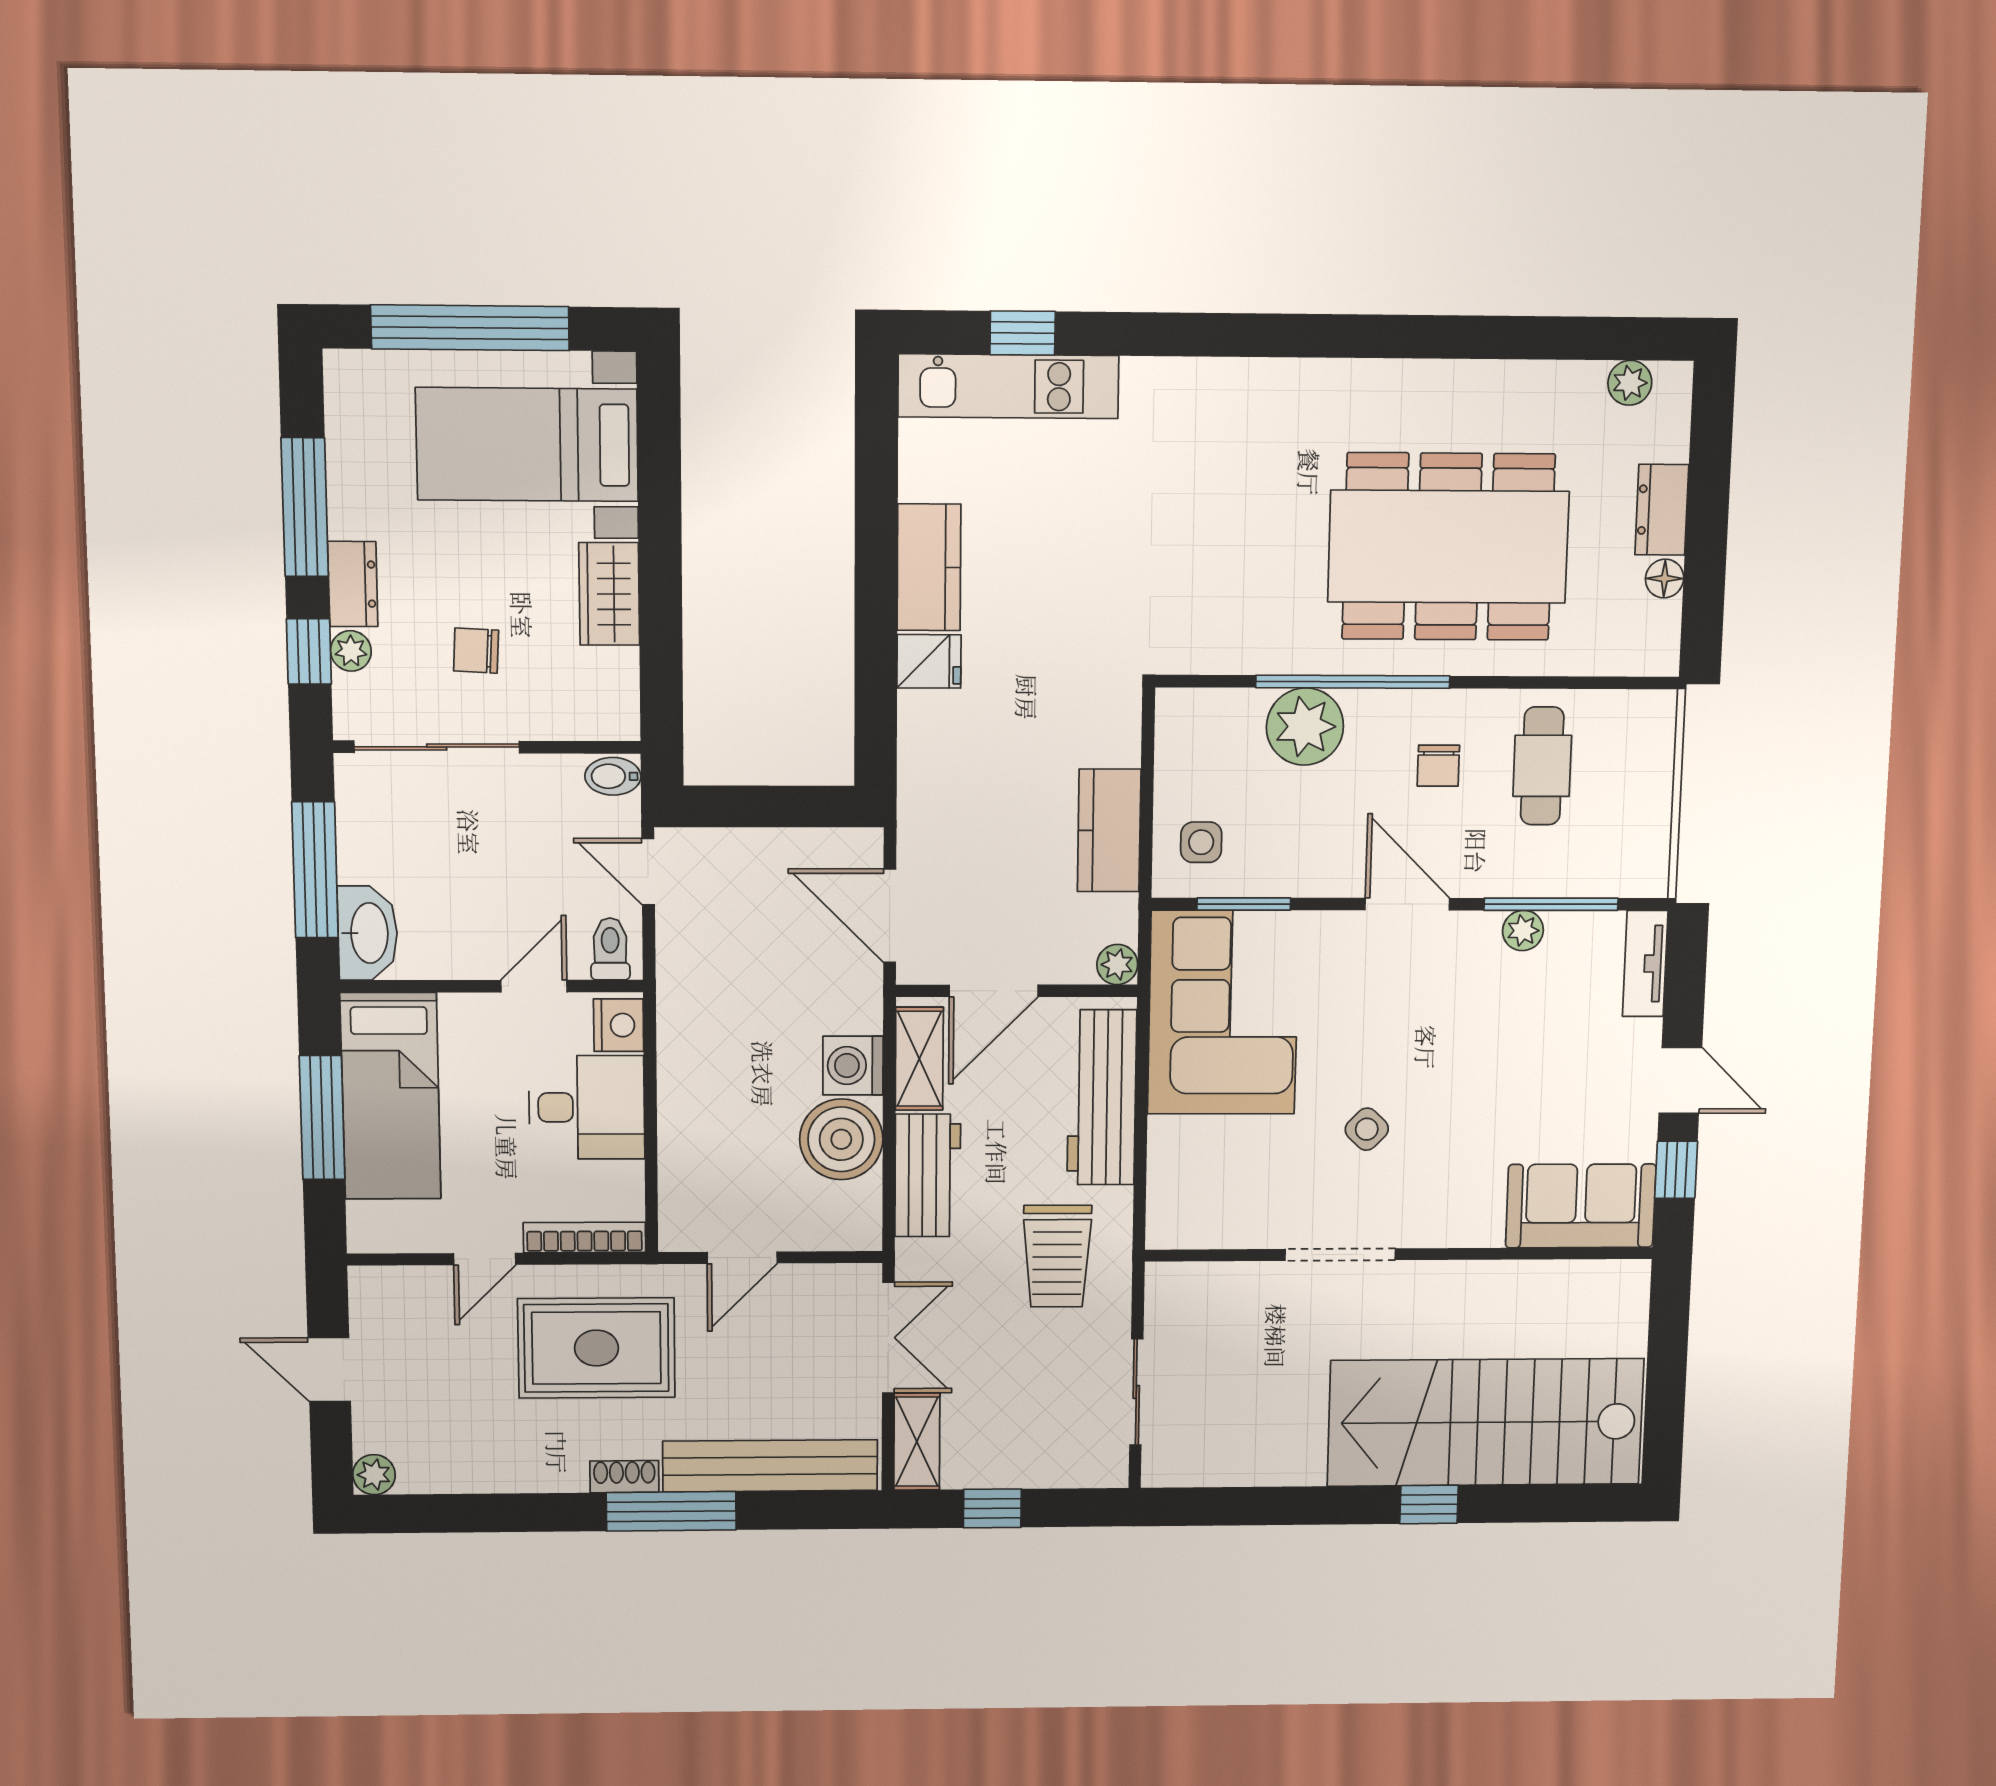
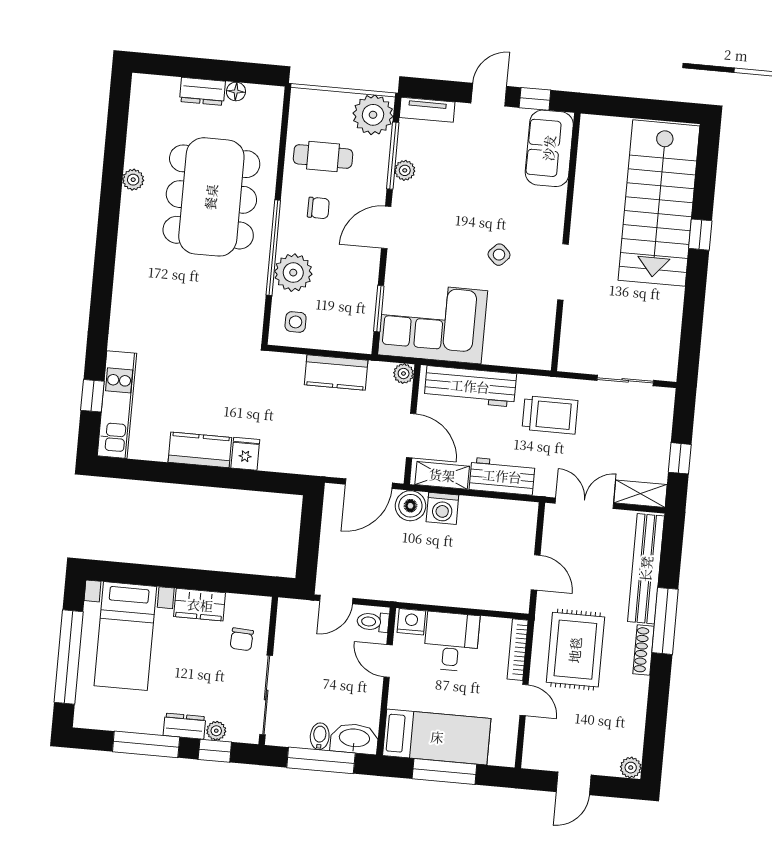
plant: (1630, 383) -> (133, 180), moved
chair: (476, 651) -> (242, 639), moved
bidet: (613, 776) -> (320, 736), moved, turned 180
side table: (1201, 842) -> (296, 322), moved
plant: (1630, 858) -> (373, 115), added
boiler: (841, 1139) -> (410, 506), moved, width x0.73, depth x0.73
shoe rack: (624, 1477) -> (644, 650), width x1.43

